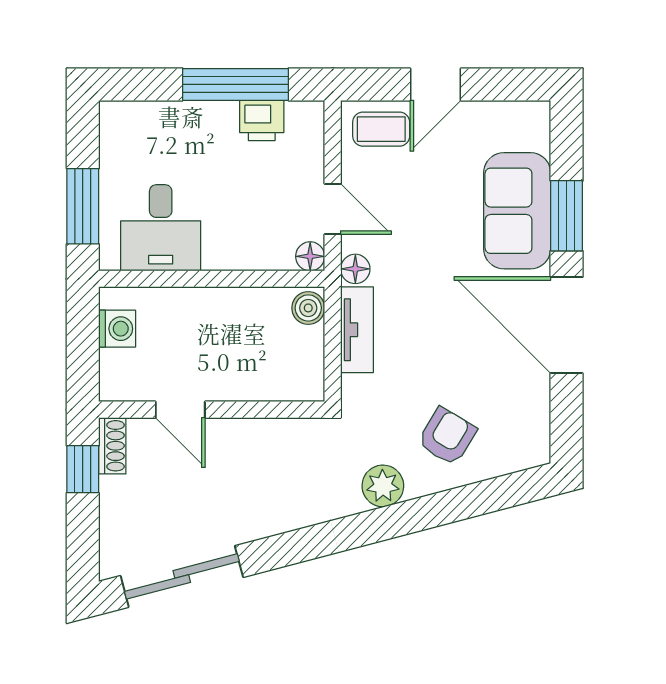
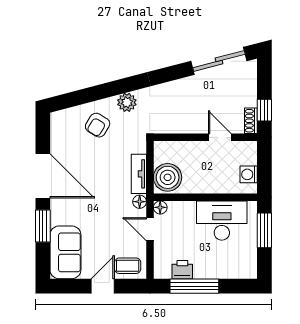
sofa: (517, 211) -> (65, 252), moved
desk: (161, 228) -> (222, 221), width x1.37
boiler: (308, 308) -> (168, 177), width x1.86, depth x1.86

